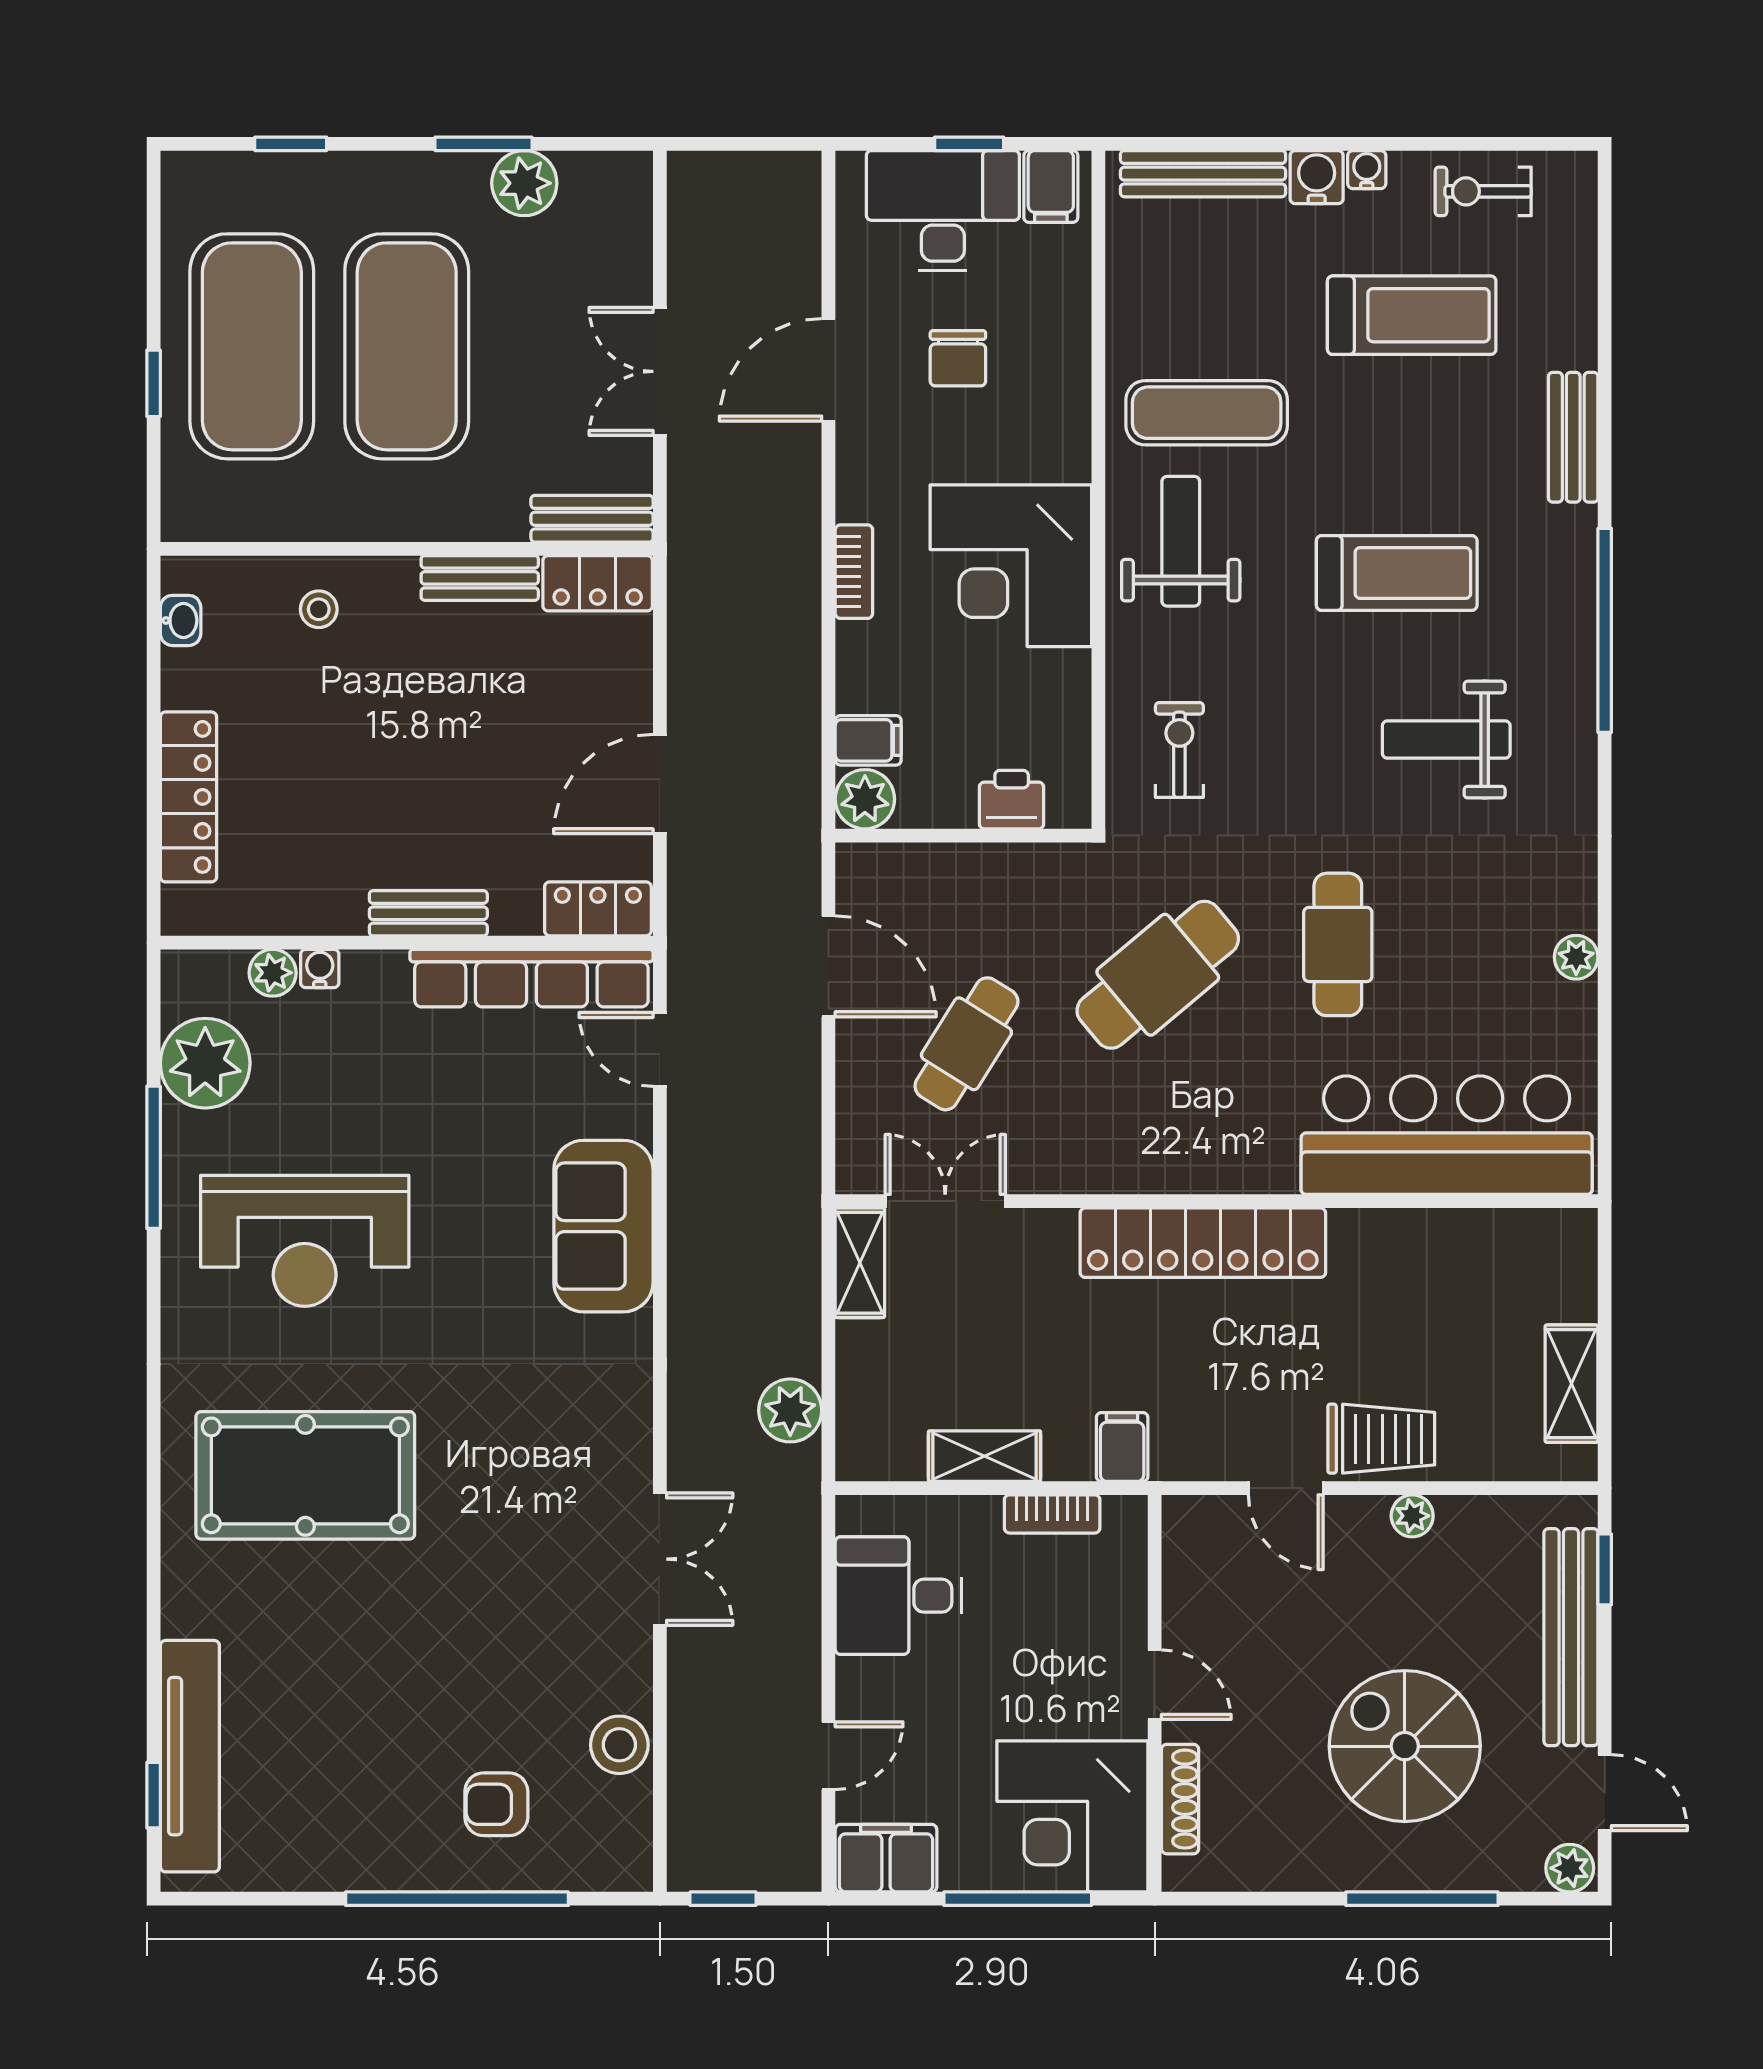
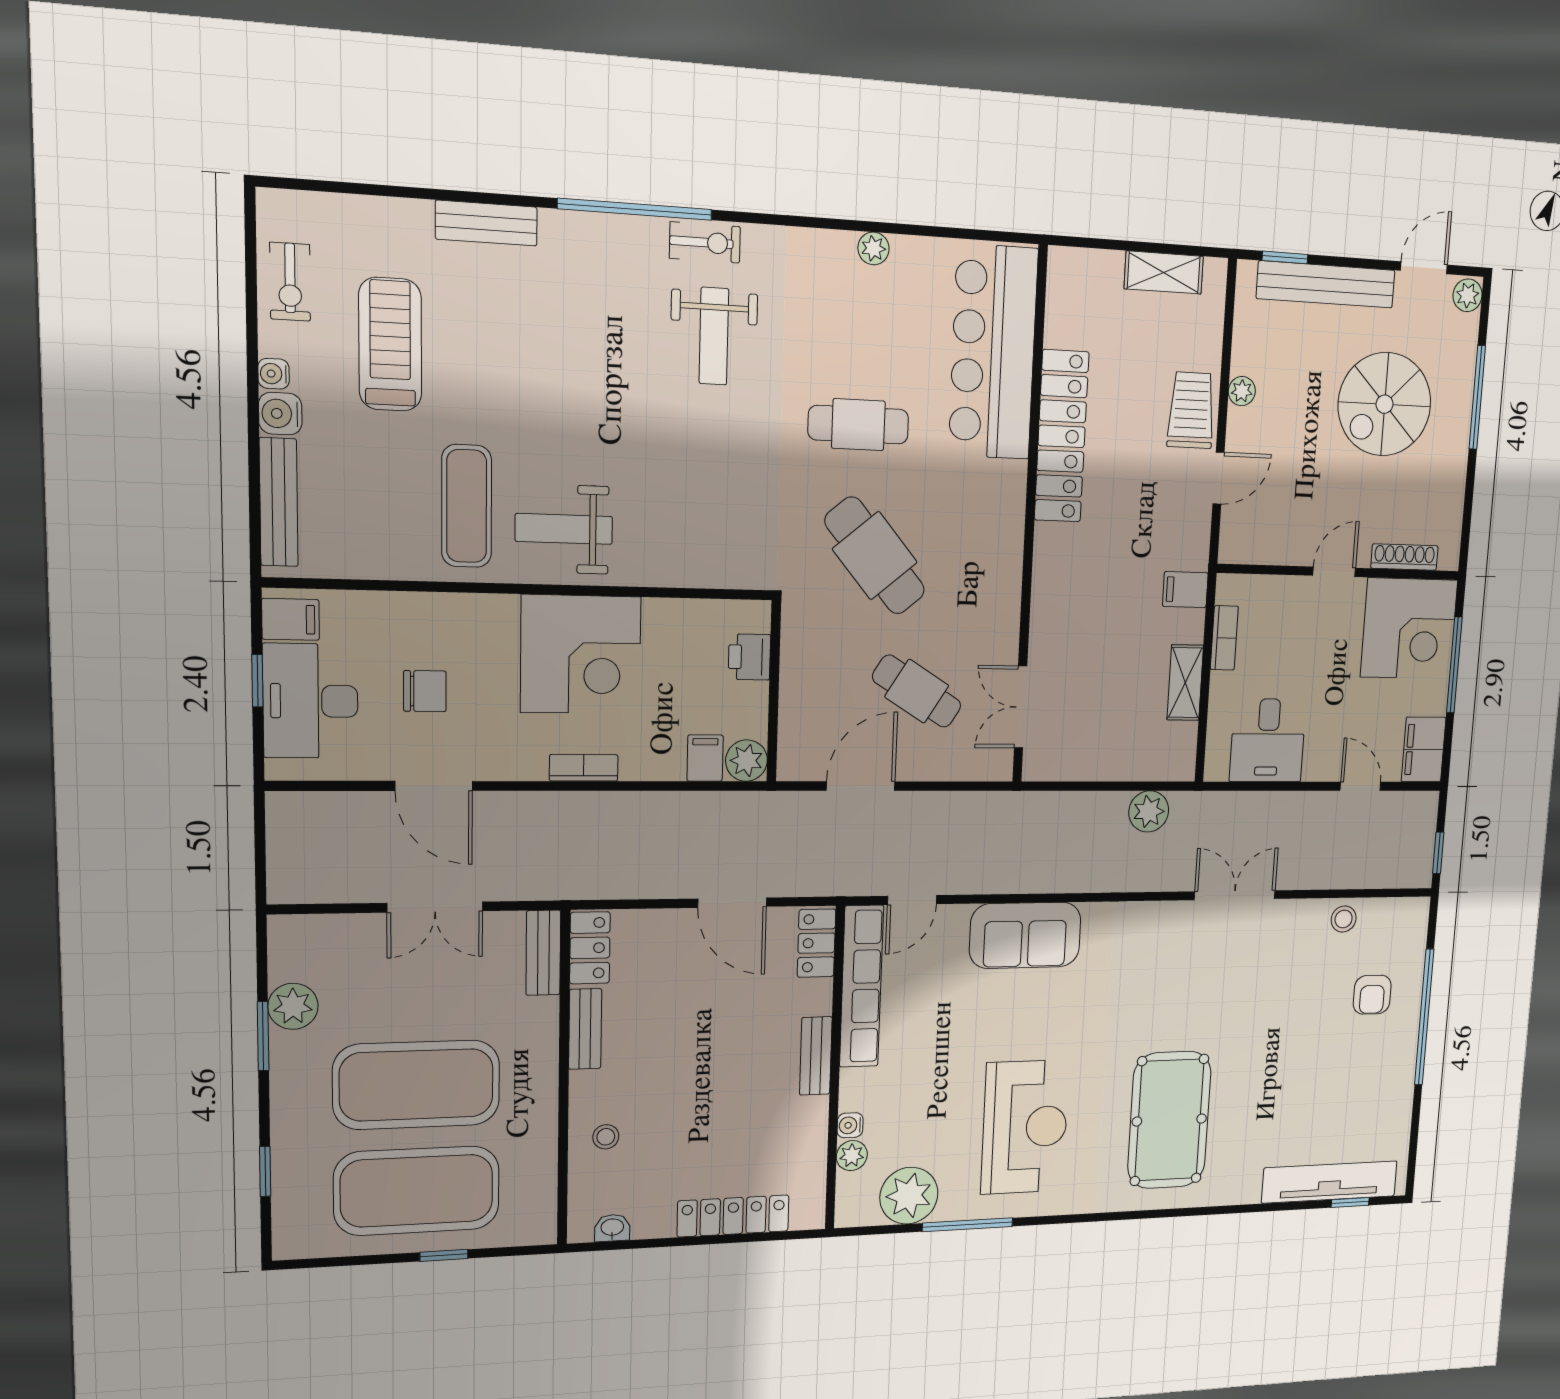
treadmill: (1397, 573) -> (590, 367), removed
exercise bike: (1179, 750) -> (705, 242), moved, turned 180
locker: (1203, 1243) -> (1062, 436), moved
shelving: (860, 1263) -> (1058, 765), removed
stool: (619, 1745) -> (1344, 919), width x0.73, depth x0.73

